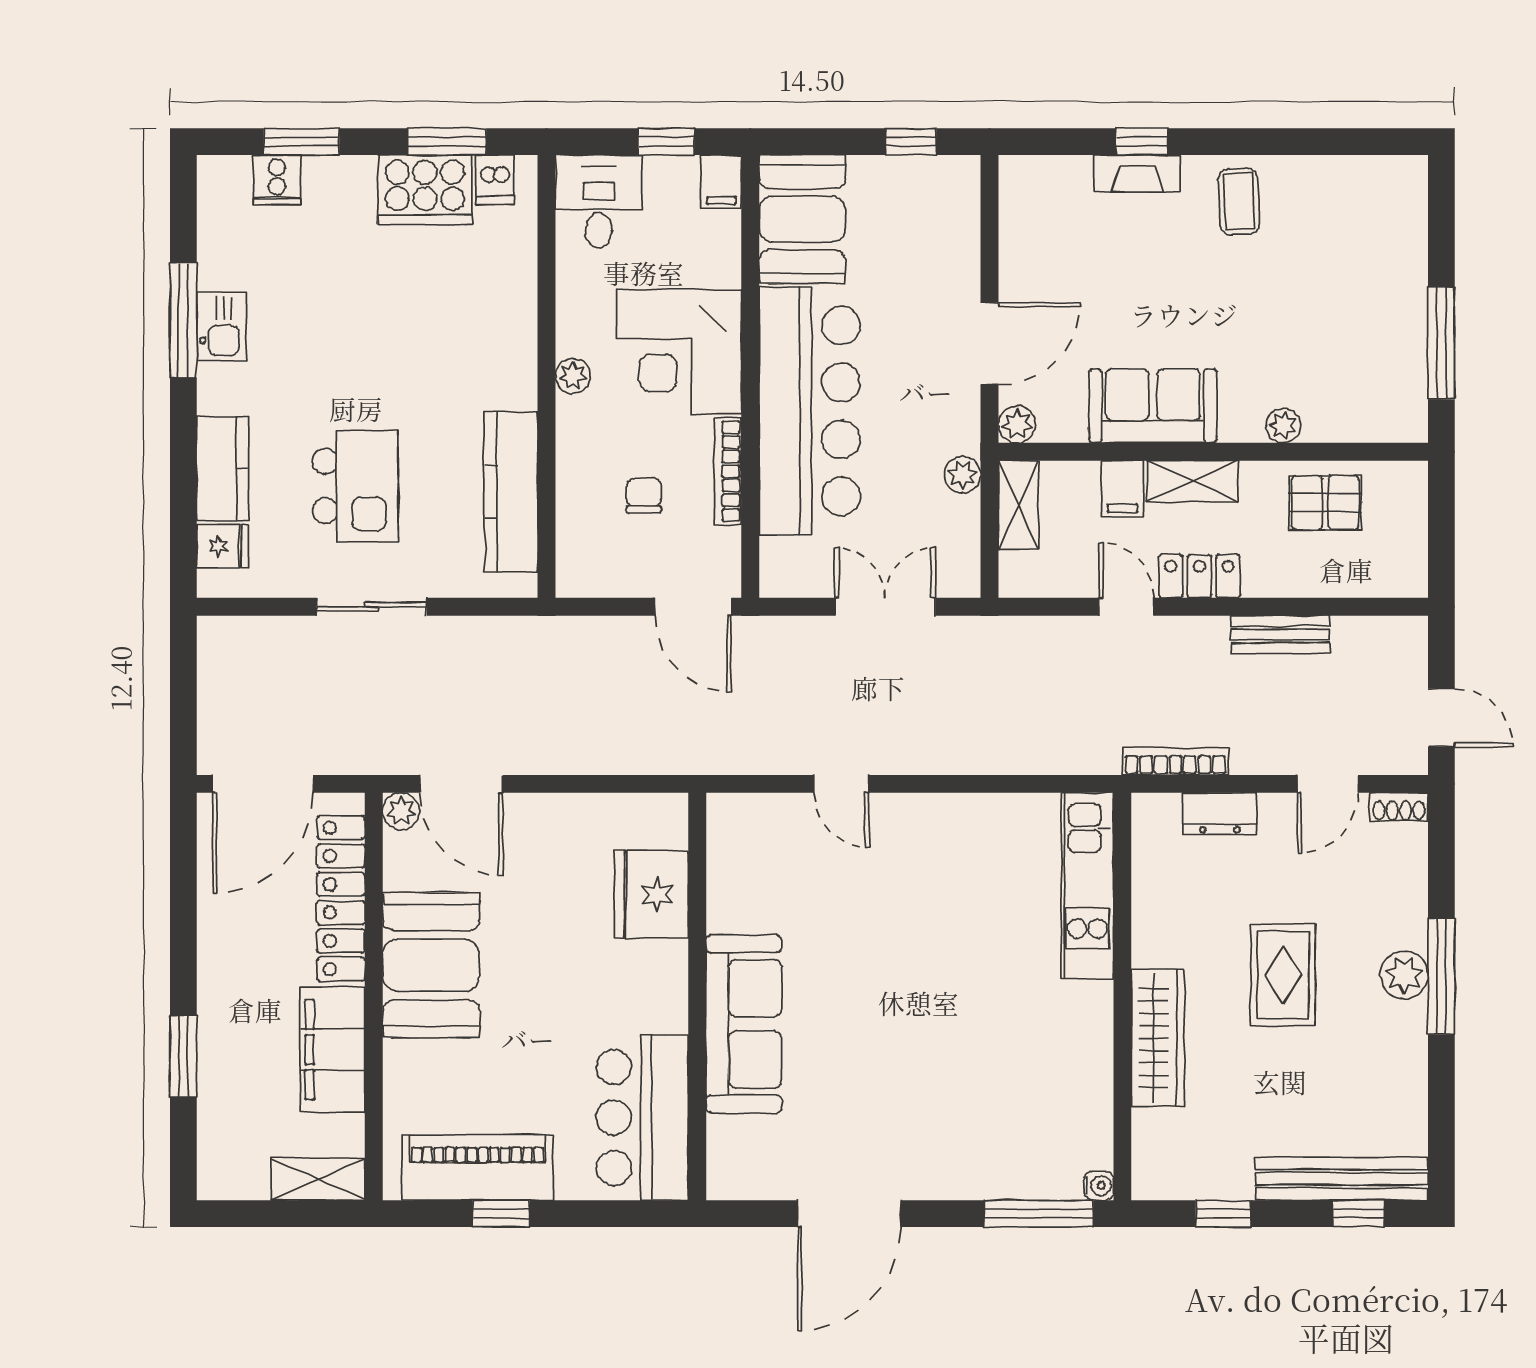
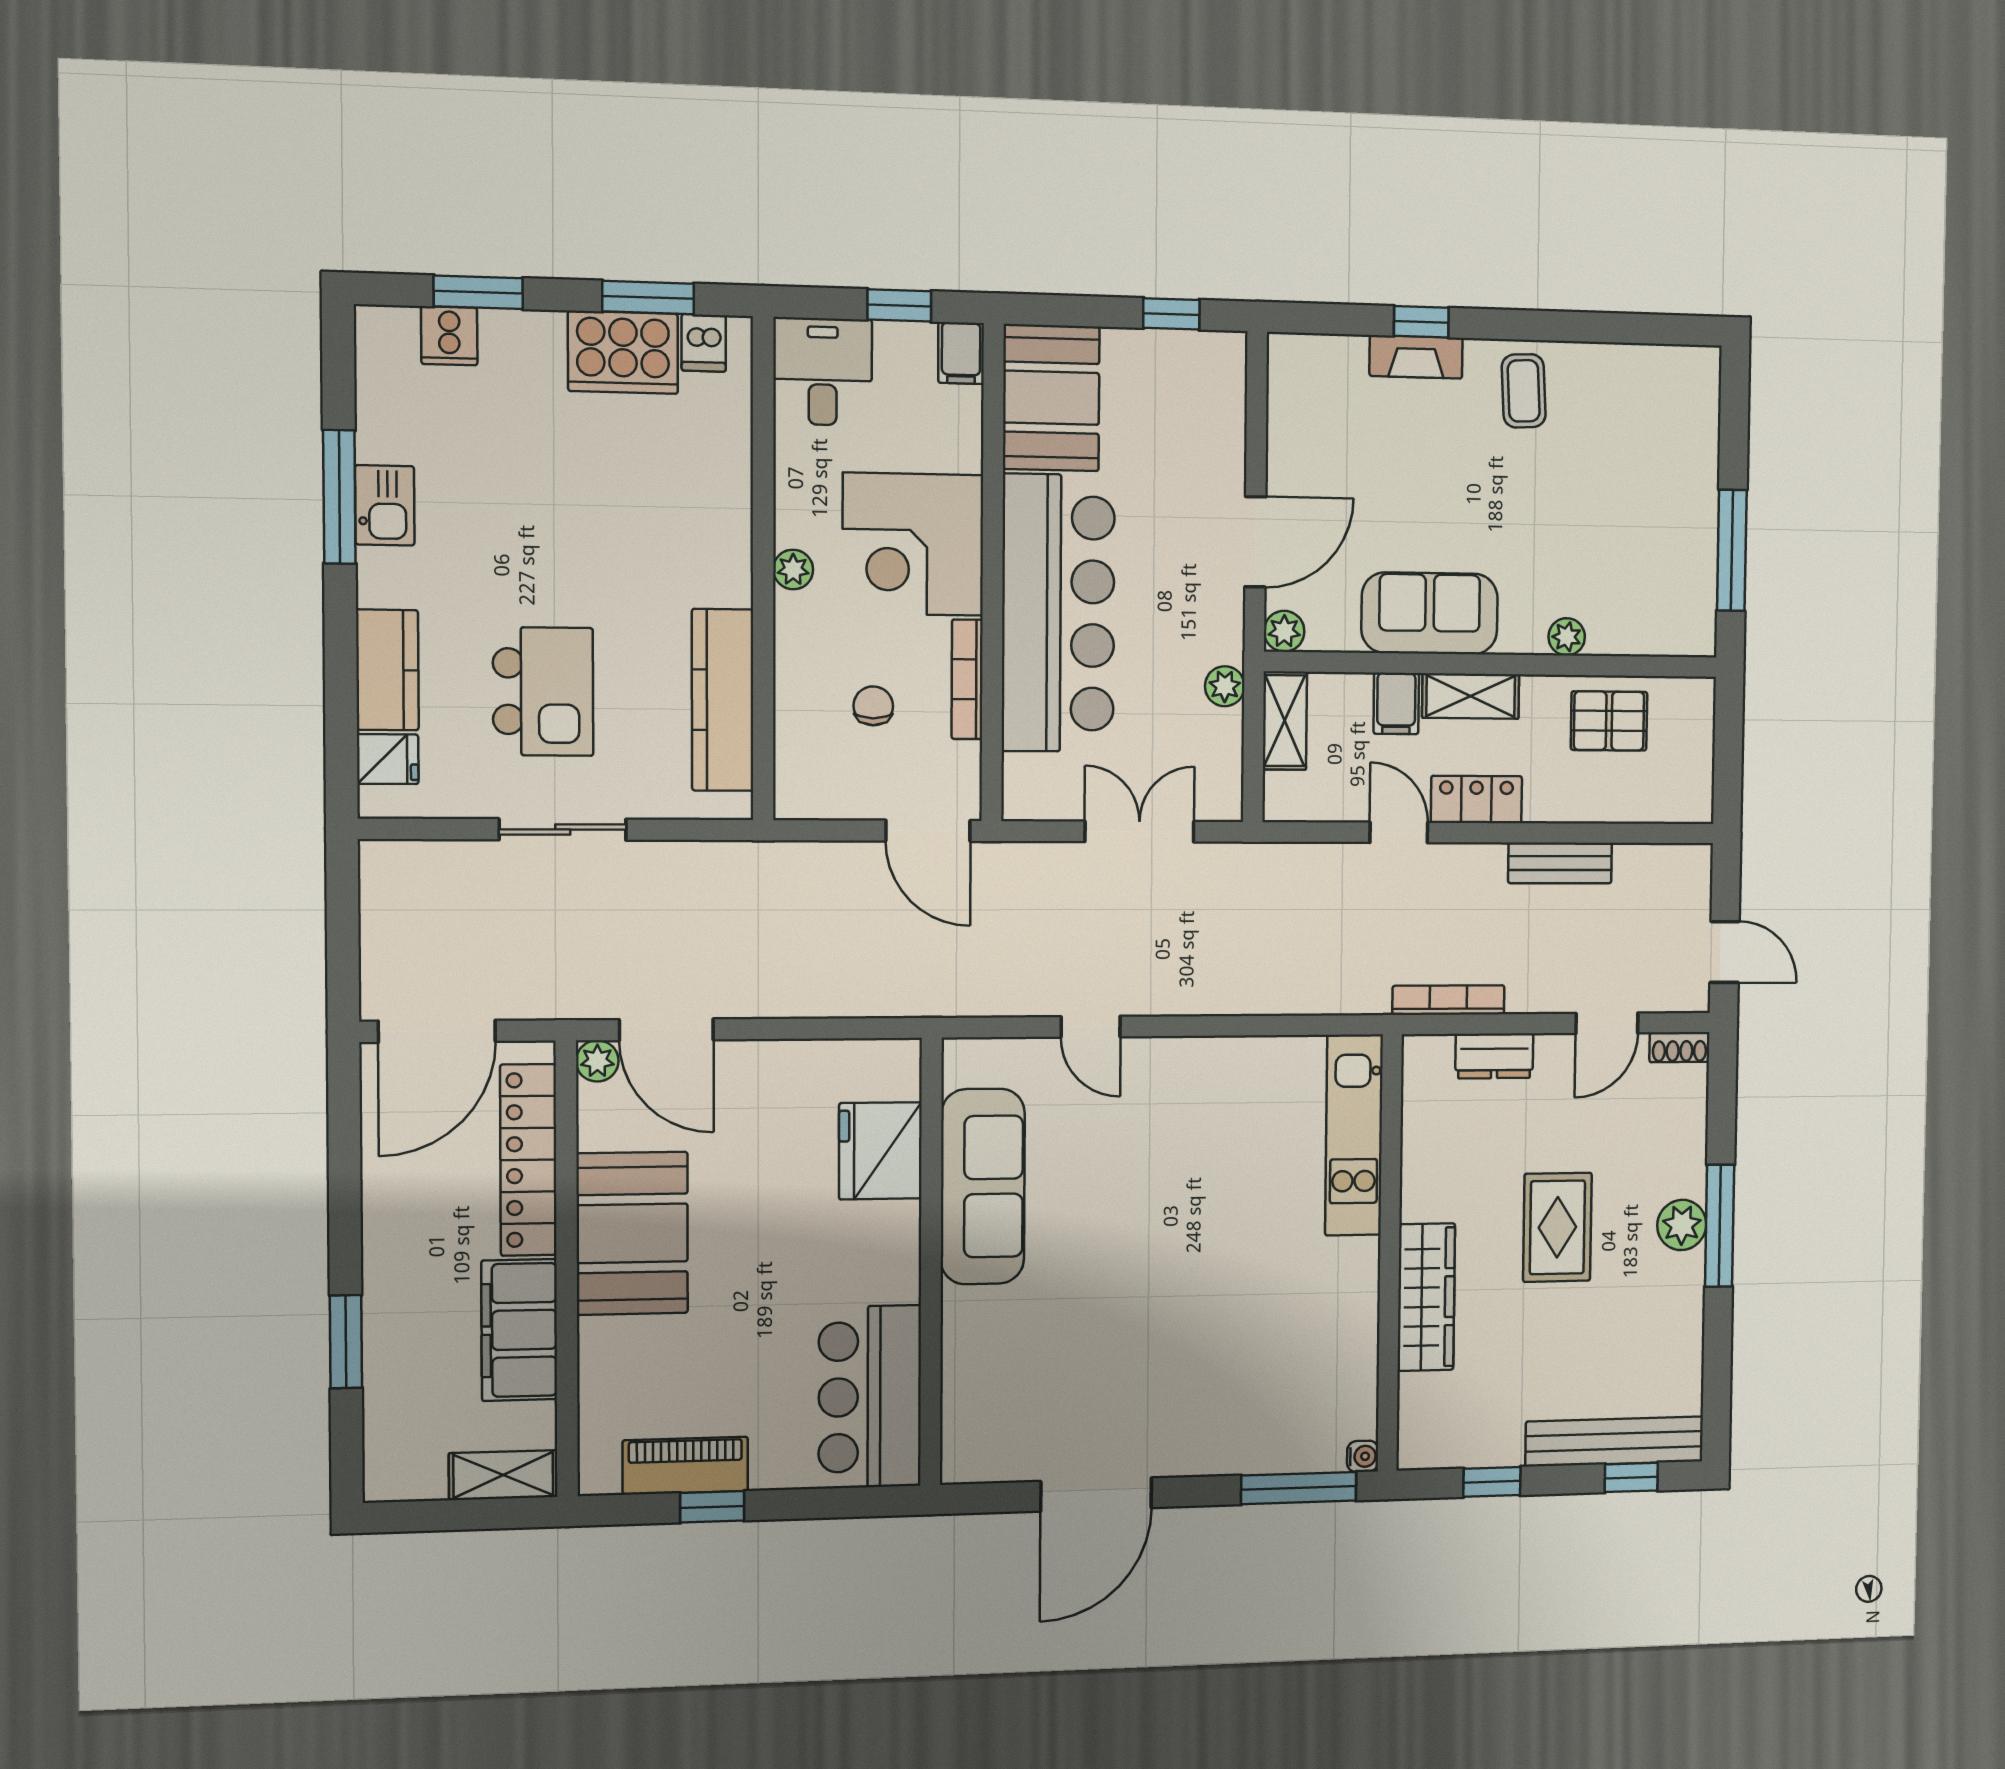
sofa: (744, 1024) -> (983, 1187), moved
piano: (478, 1167) -> (685, 1466), width x0.73, depth x0.75

